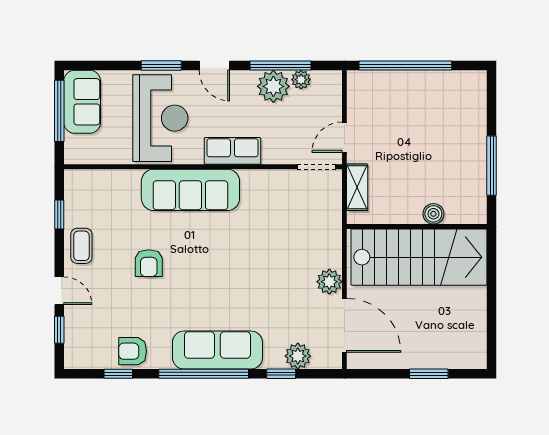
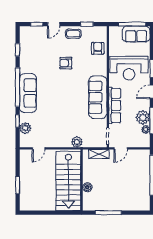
door: (344, 137) -> (121, 148), swing flipped
row of seats: (232, 151) -> (115, 105), width x1.48
sofa: (190, 190) -> (98, 97), moved
plant: (329, 282) -> (77, 142), moved
door: (344, 325) -> (39, 148), width x0.53
armchair: (133, 351) -> (98, 48), moved

